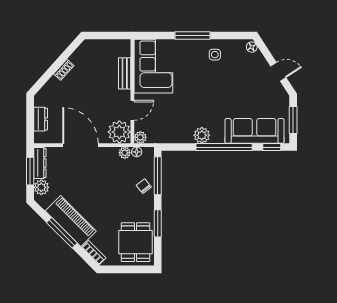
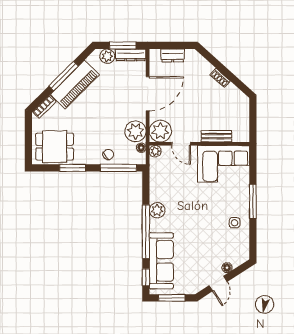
floor lamp: (252, 47) -> (227, 268), moved
plant: (125, 153) -> (135, 131), width x1.88, depth x1.88

